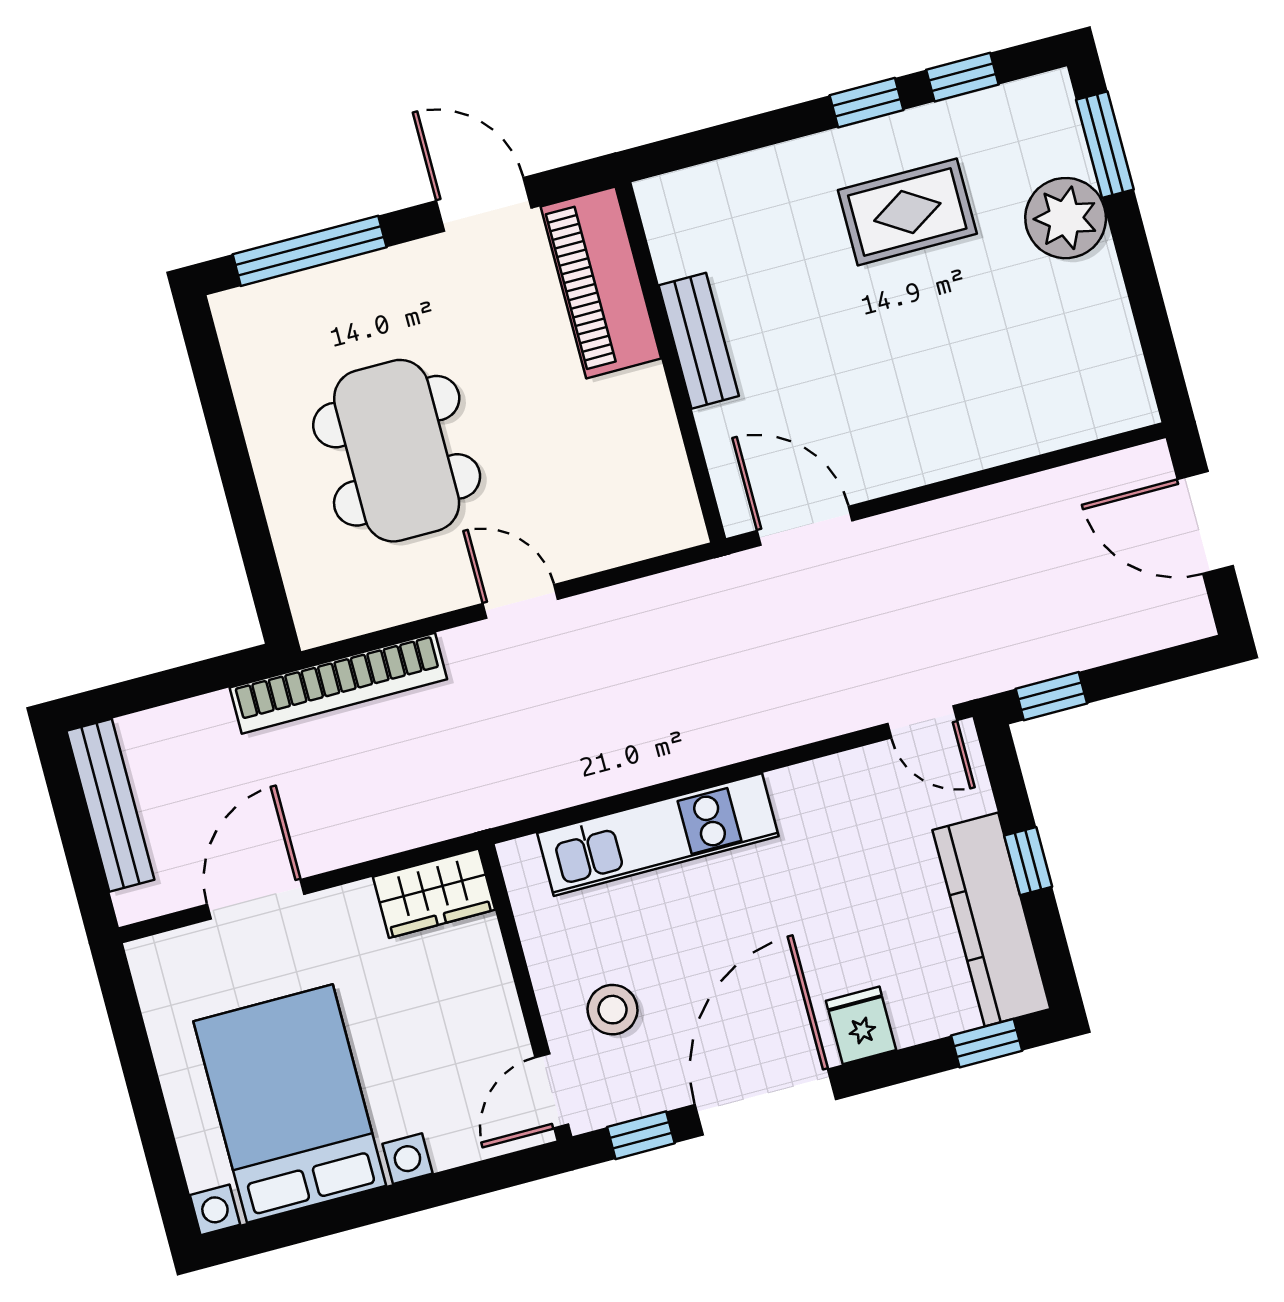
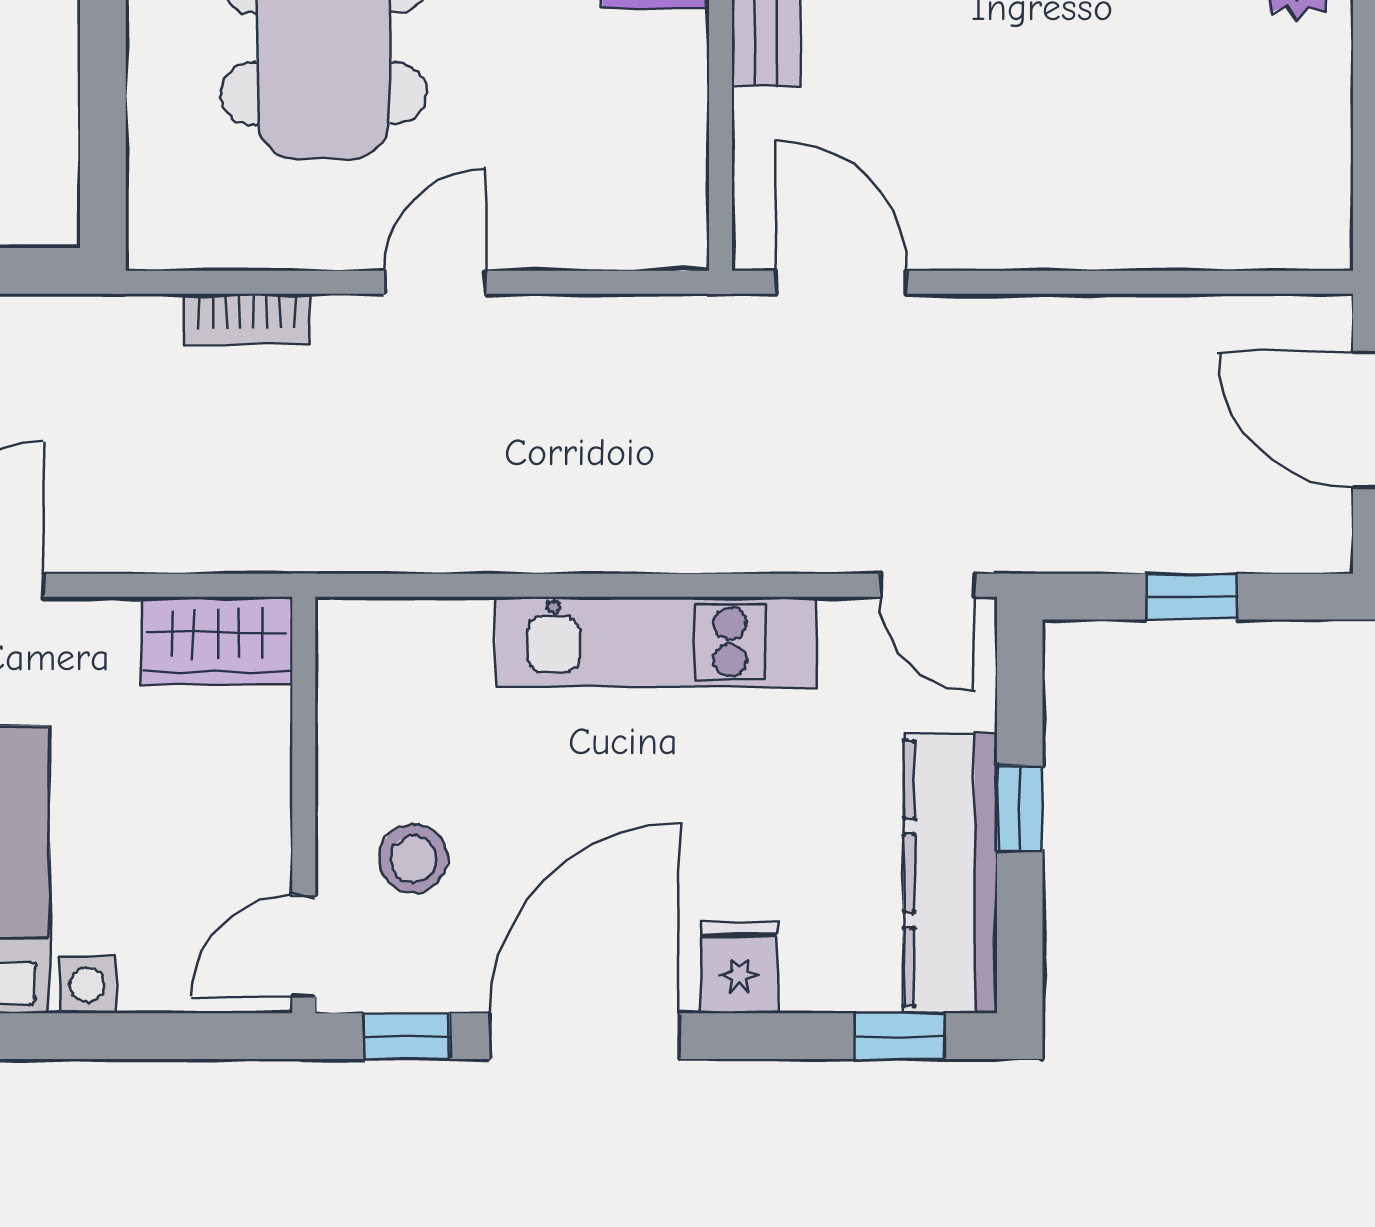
door: (520, 601) -> (435, 282), hinge flipped
bookcase: (338, 683) -> (247, 319), width x0.43, depth x0.76
window: (1051, 696) -> (1192, 597), moved
kitchen unit: (658, 835) -> (656, 642), moved

